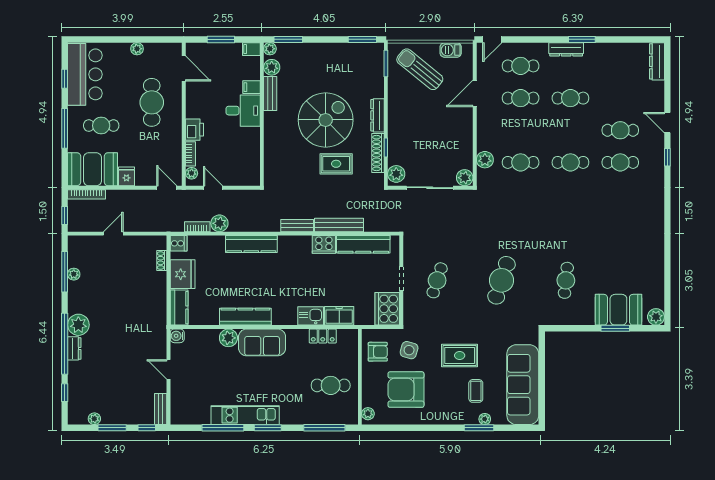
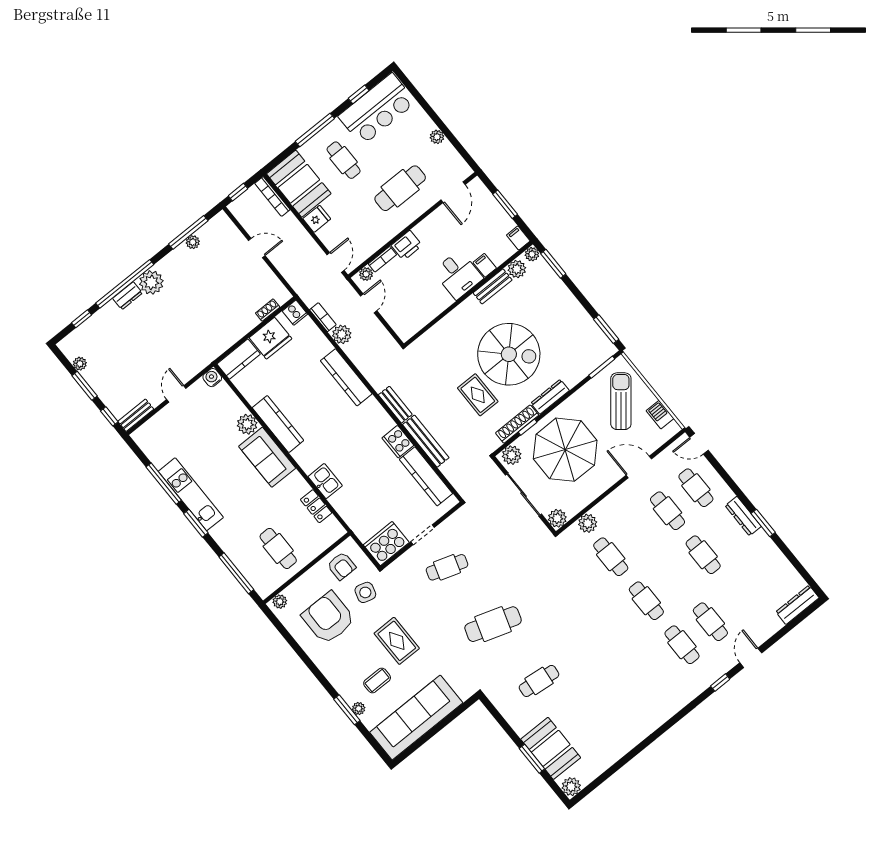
parasol: (422, 134) -> (565, 450), added
freezer: (339, 316) -> (346, 506), removed

